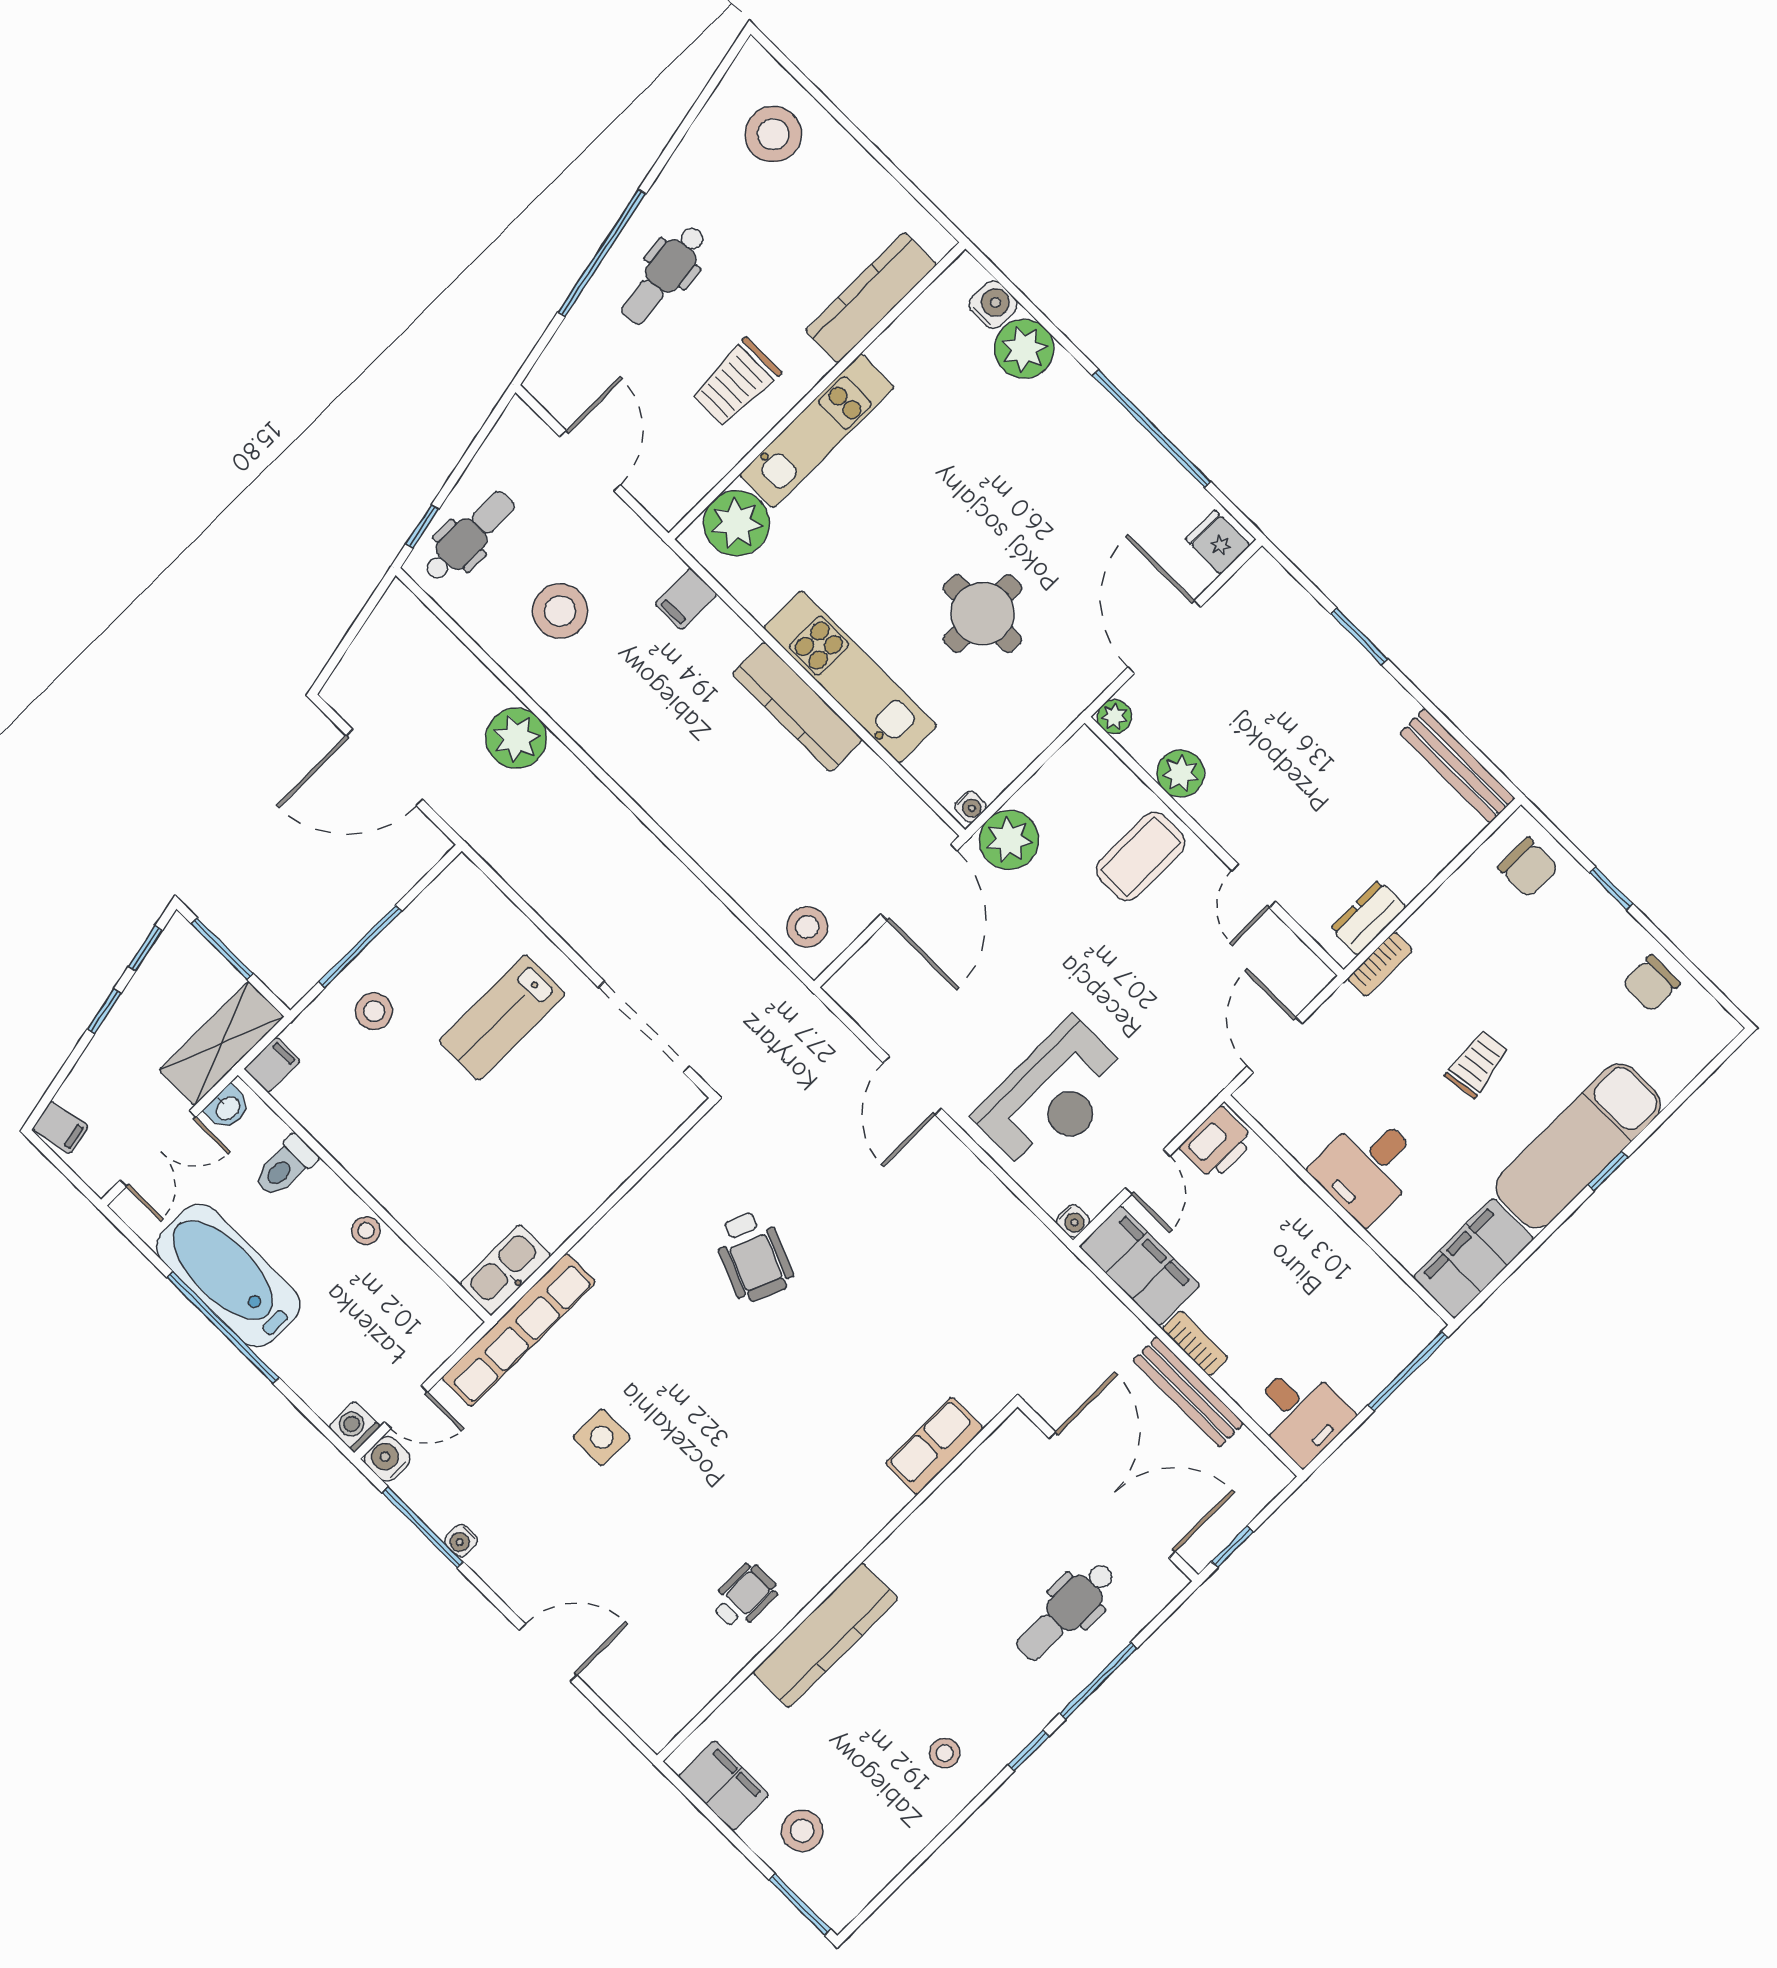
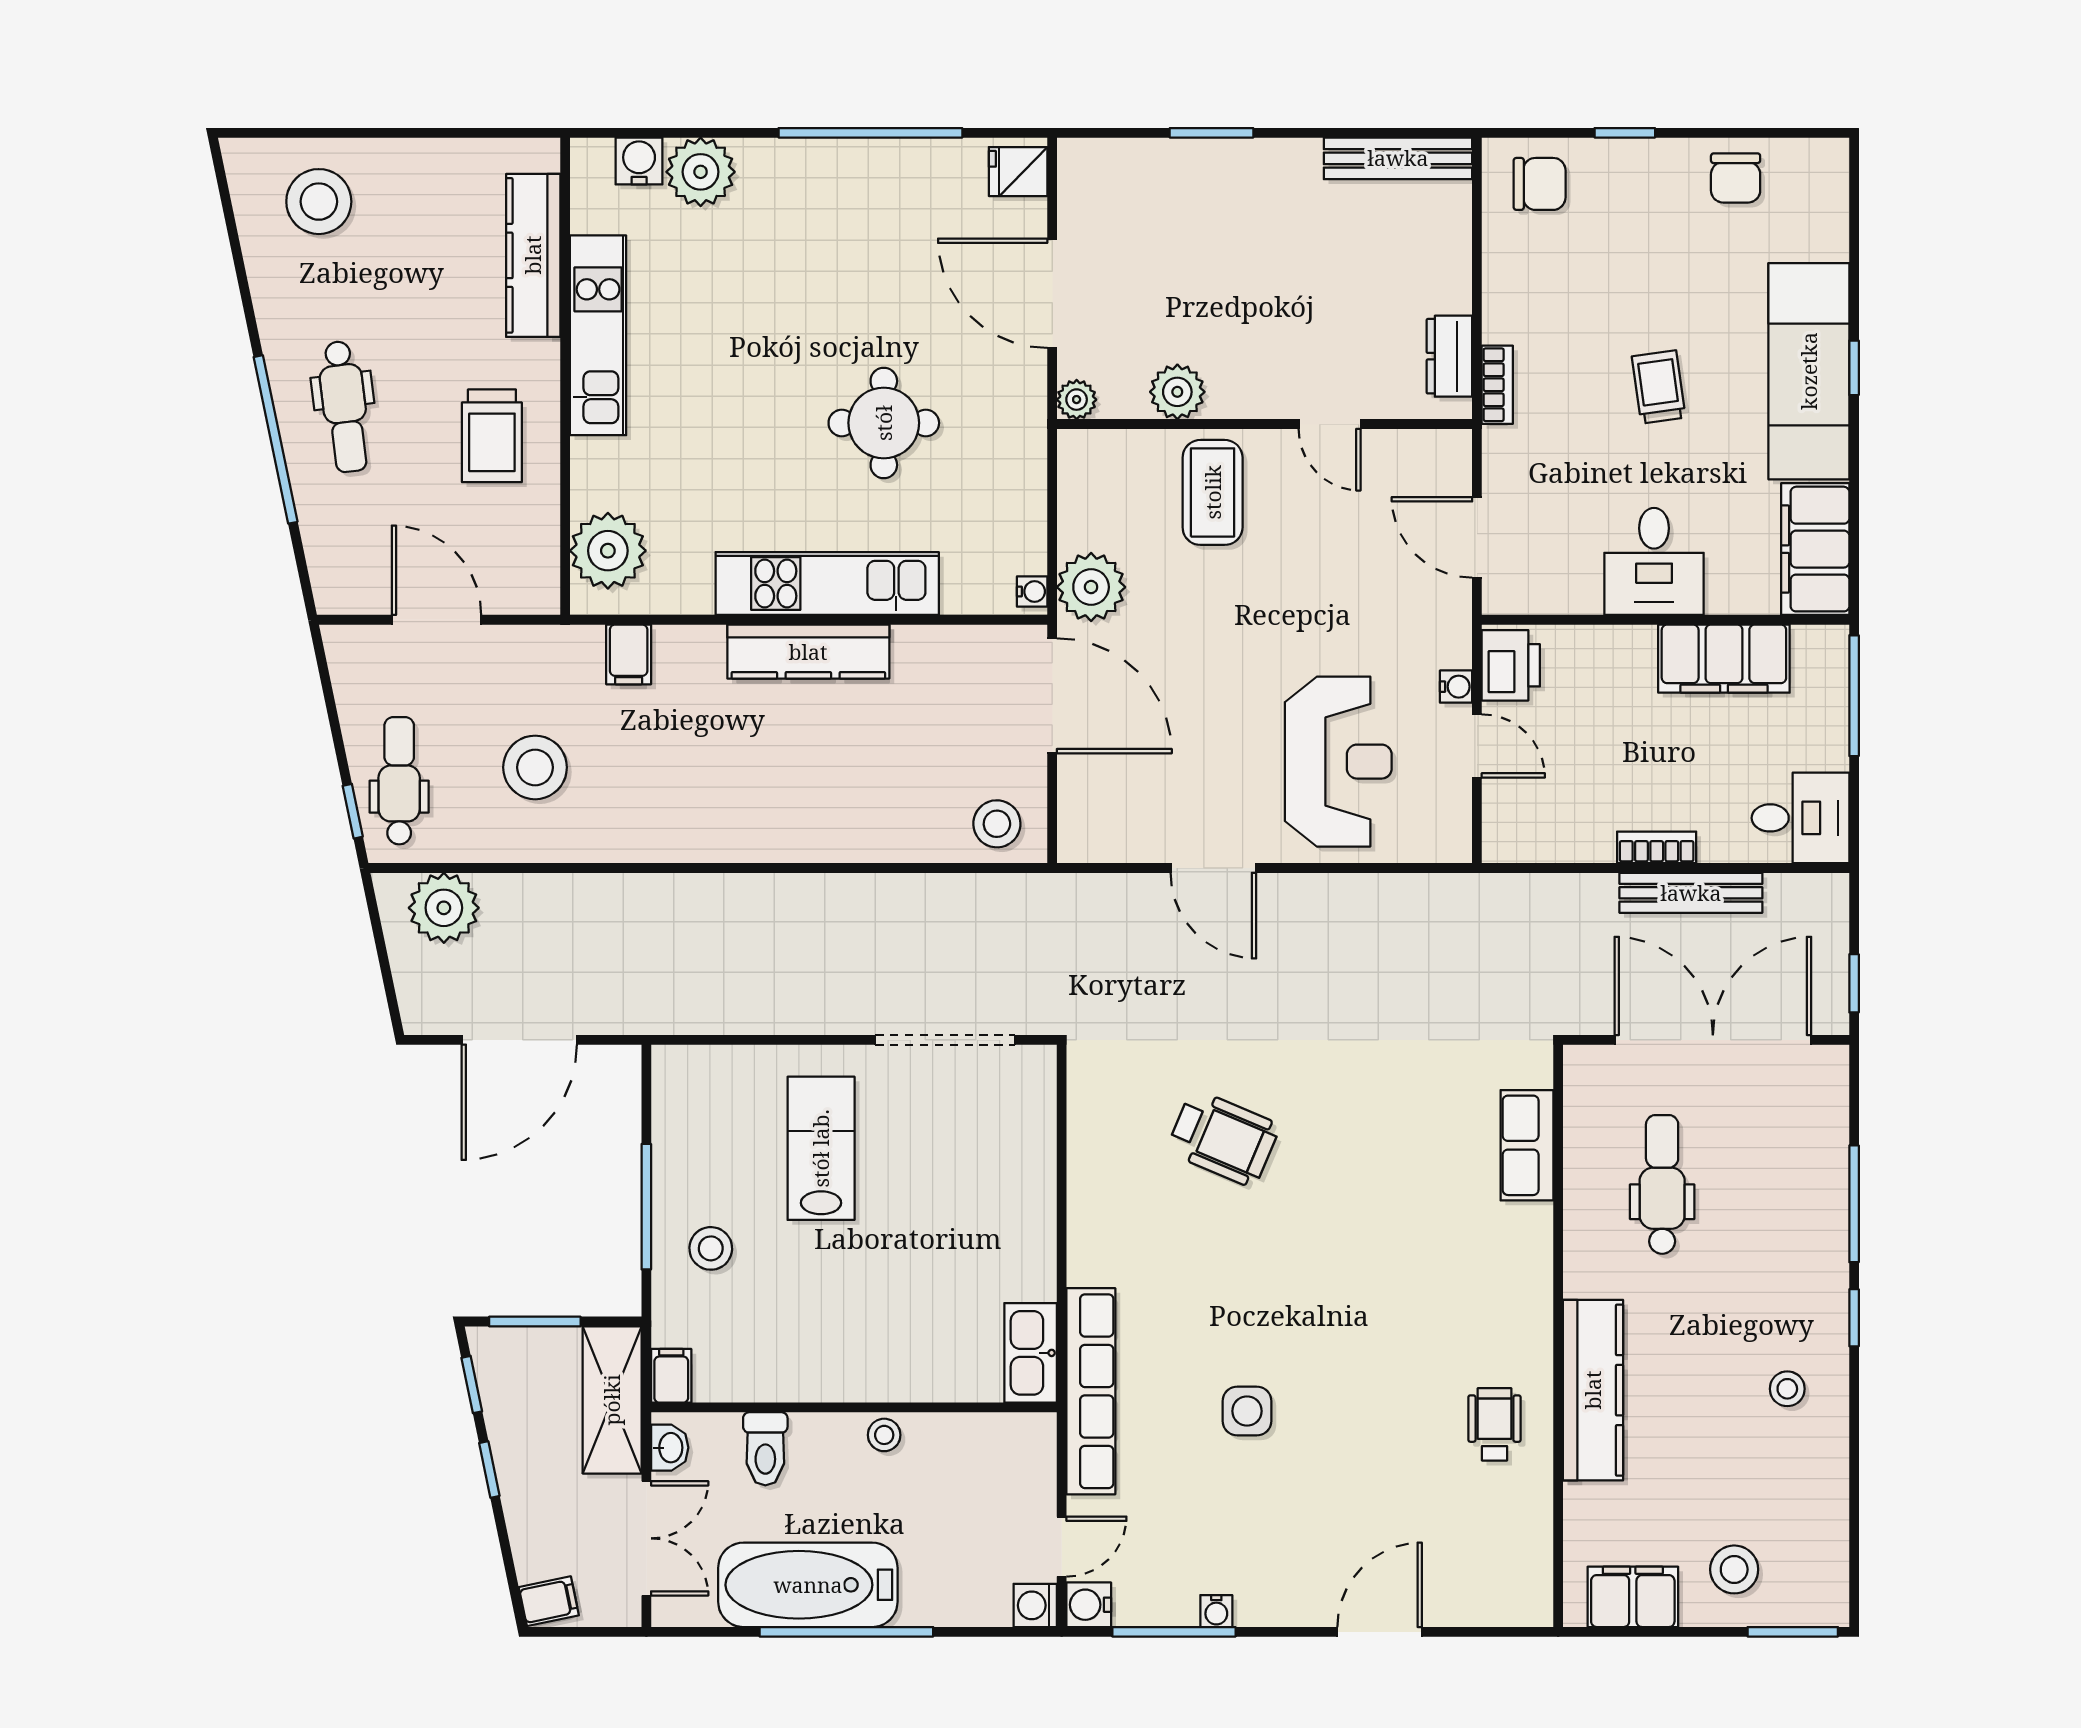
kitchen unit: (817, 431) -> (598, 335), moved
plant: (516, 738) -> (444, 908), moved
lab bench: (502, 1017) -> (821, 1148), turned 180
water cooler: (1073, 1221) -> (1456, 687), moved
filing cabinet: (1140, 1266) -> (1724, 659), moved, turned 180
dental chair: (1066, 1611) -> (1662, 1184), moved, turned 180

